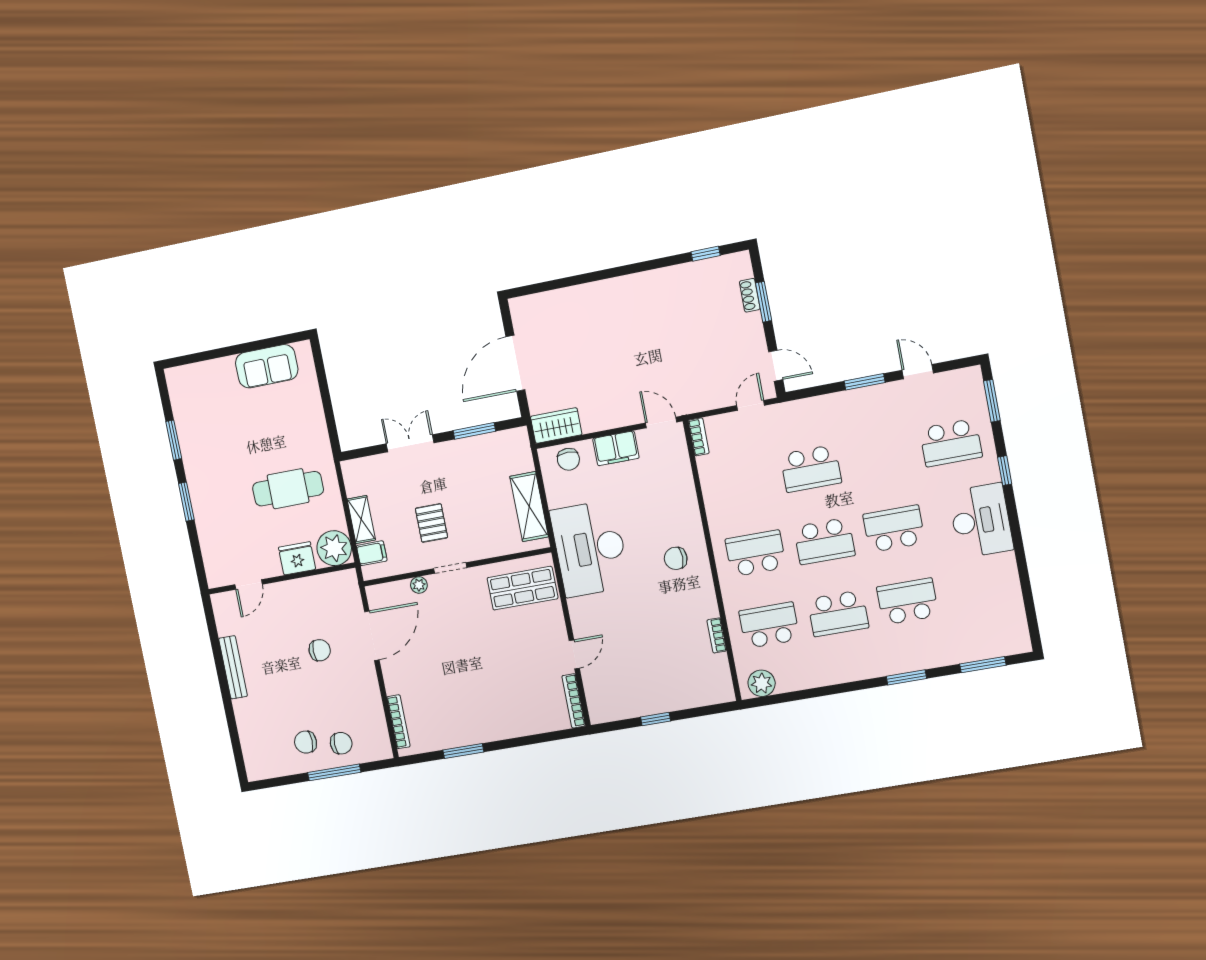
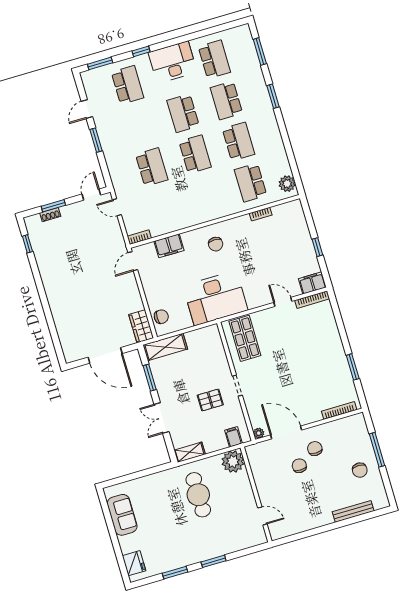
filing cabinet: (616, 448) -> (169, 246), moved, turned 90
shelving: (529, 507) -> (165, 347), moved
shelving: (361, 519) -> (190, 452), moved
school desk: (756, 553) -> (214, 59), moved, turned 180
fridge: (297, 558) -> (134, 563), moved, turned 180
plant: (419, 585) -> (259, 433), moved
bench: (233, 667) -> (353, 511), moved
filing cabinet: (600, 704) -> (312, 283), added
chair: (341, 743) -> (315, 449), moved

